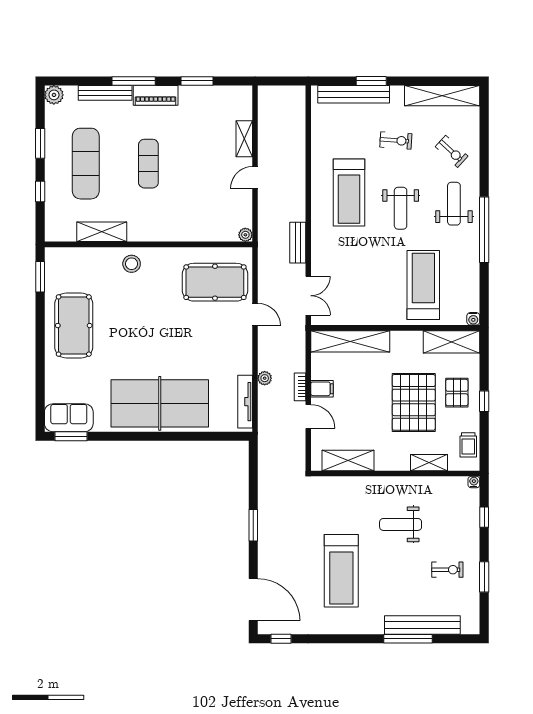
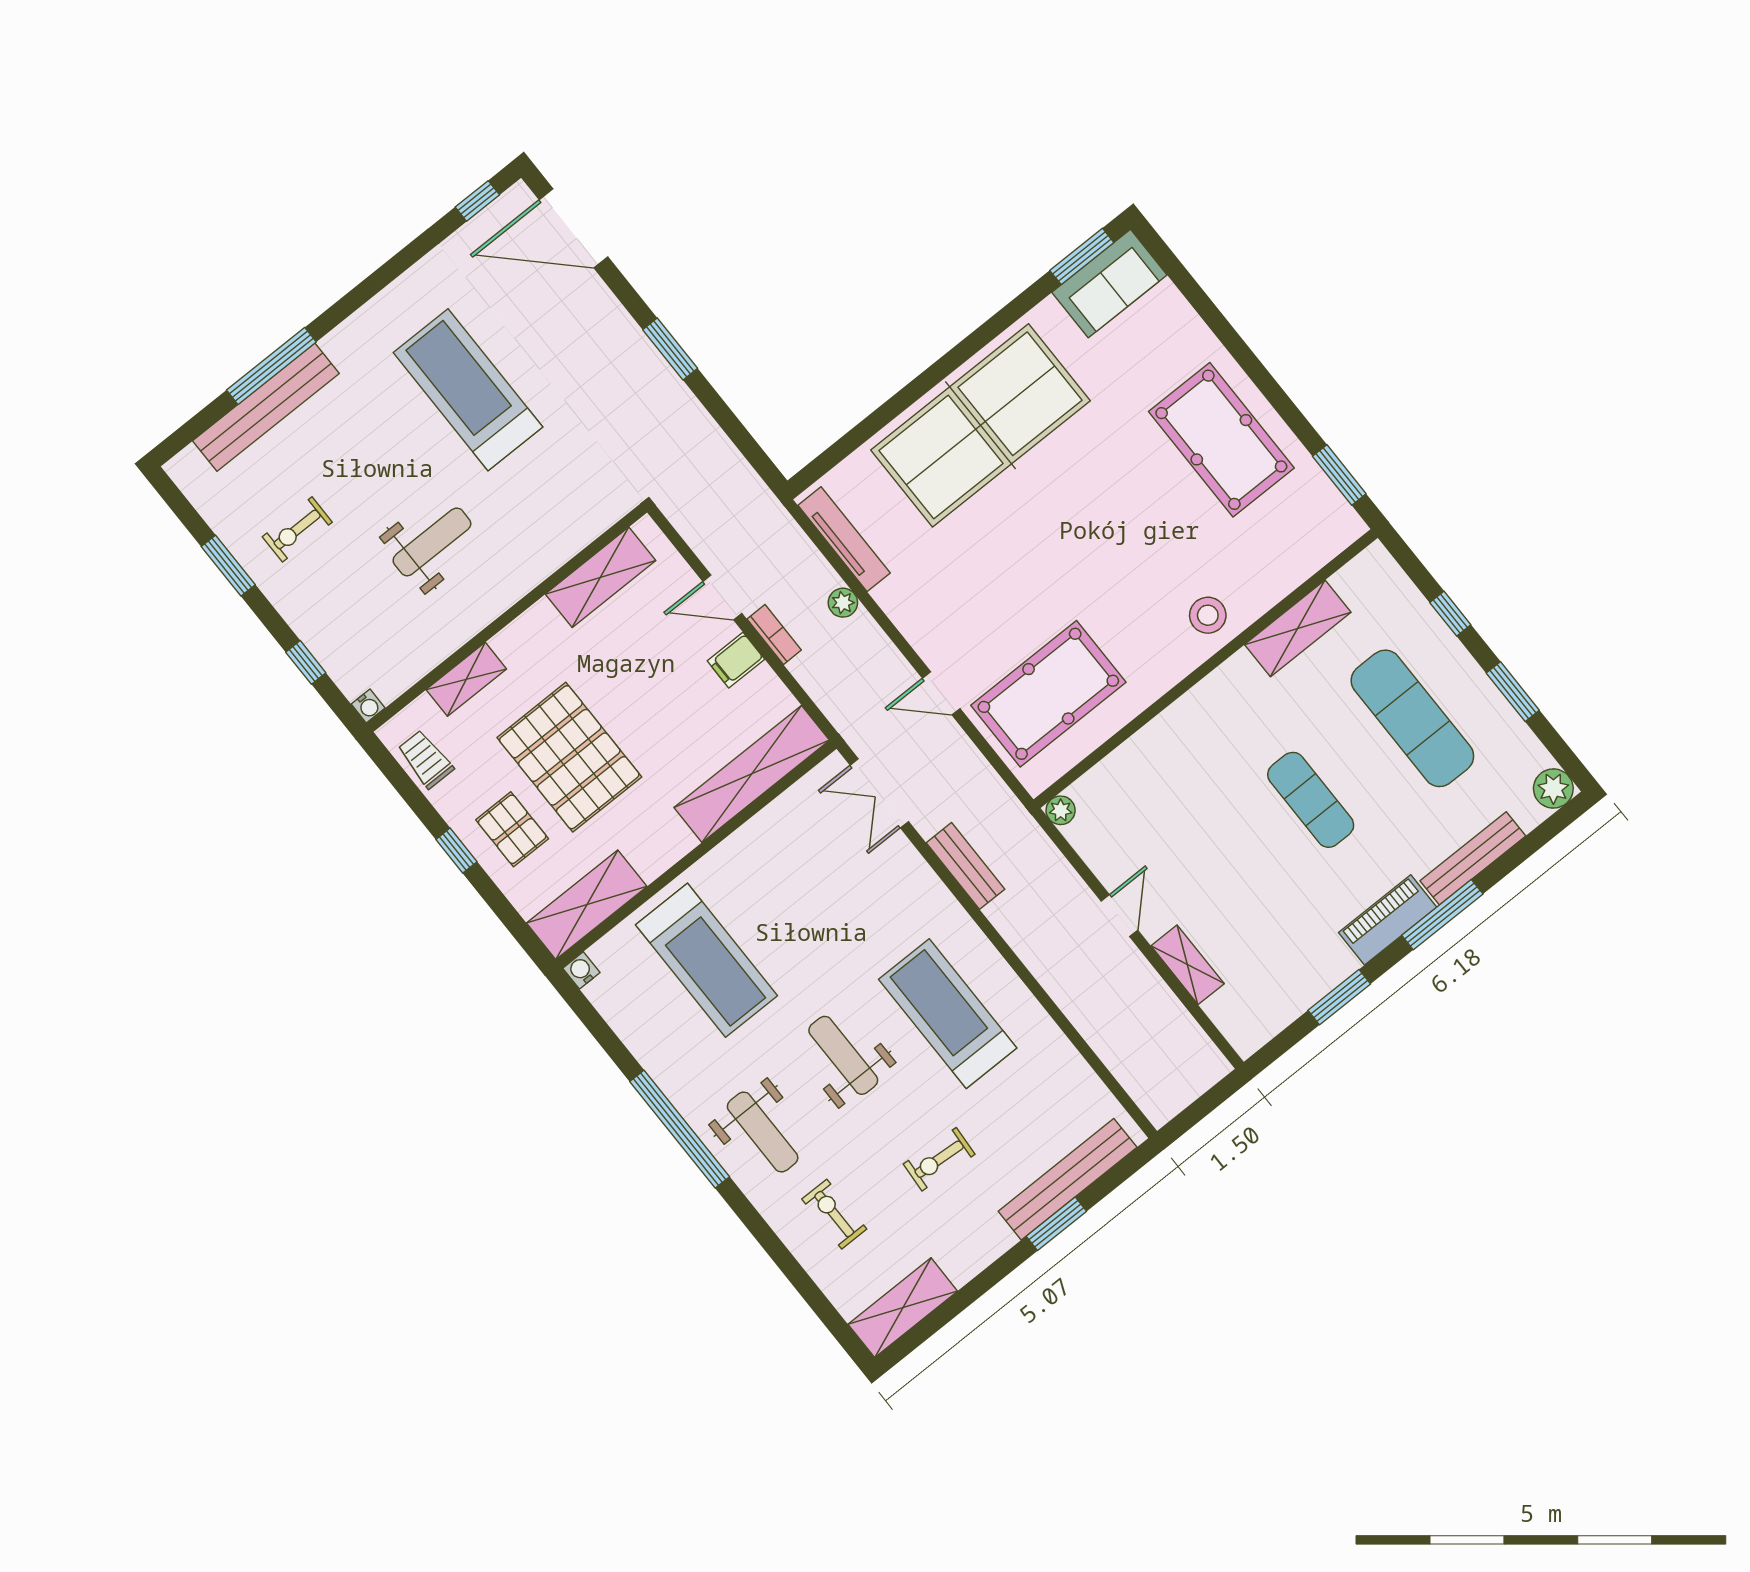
shelving: (442, 96) -> (903, 1308), width x0.68
exercise bike: (452, 151) -> (834, 1214), turned 47

